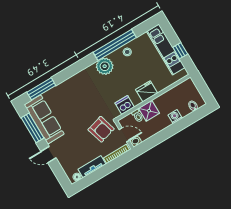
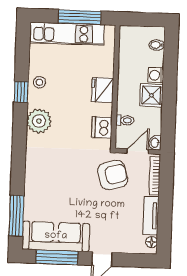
window: (115, 45) -> (21, 92), width x0.32
window: (180, 51) -> (80, 17), width x2.17
shower: (149, 111) -> (151, 95), moved

